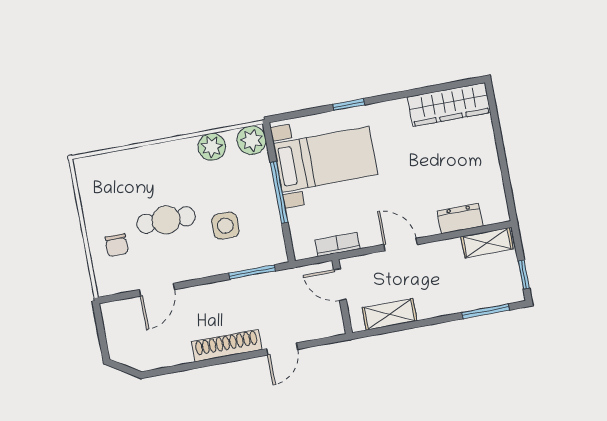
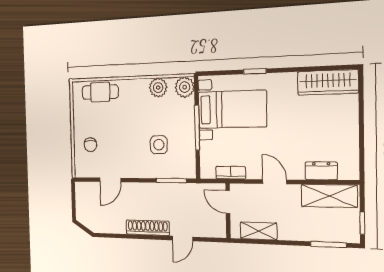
cafe table: (166, 220) -> (100, 92), moved
shelving: (487, 243) -> (329, 196), width x1.50, depth x1.33

